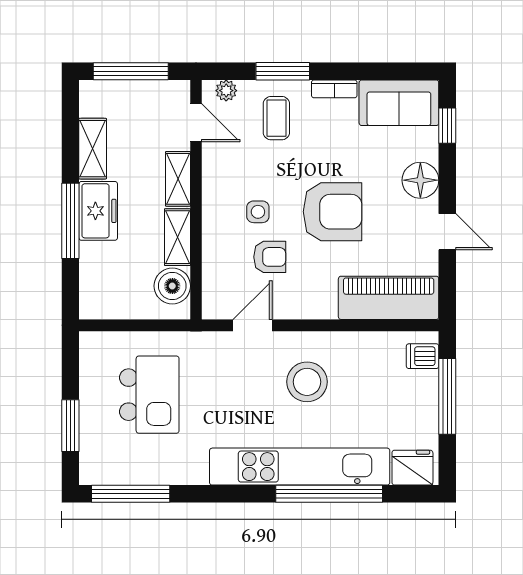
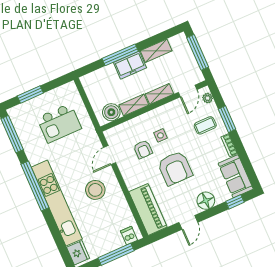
door: (253, 325) -> (110, 155), swing flipped
window: (329, 494) -> (35, 186), moved

